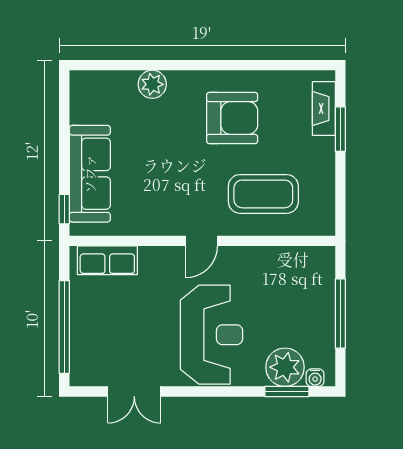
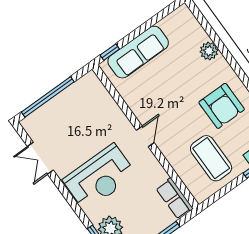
coffee table: (263, 194) -> (211, 158), moved
door: (202, 241) -> (145, 136), swing flipped
row of seats: (107, 260) -> (174, 198), moved

